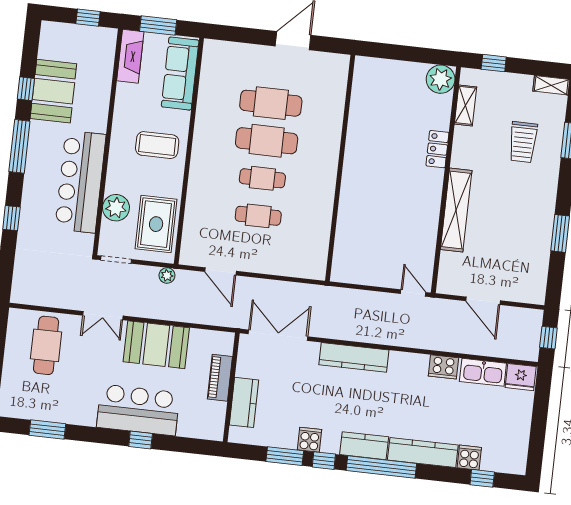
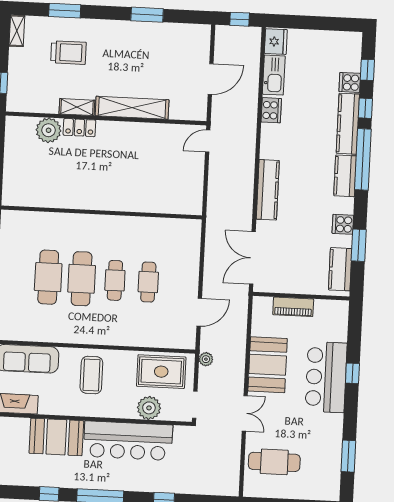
plant: (441, 79) -> (49, 130), moved
booth: (53, 91) -> (56, 437), moved
shelving: (466, 105) -> (77, 107), moved
kitchen counter: (244, 402) -> (340, 269), moved, turned -90
window: (324, 461) -> (365, 108), moved

